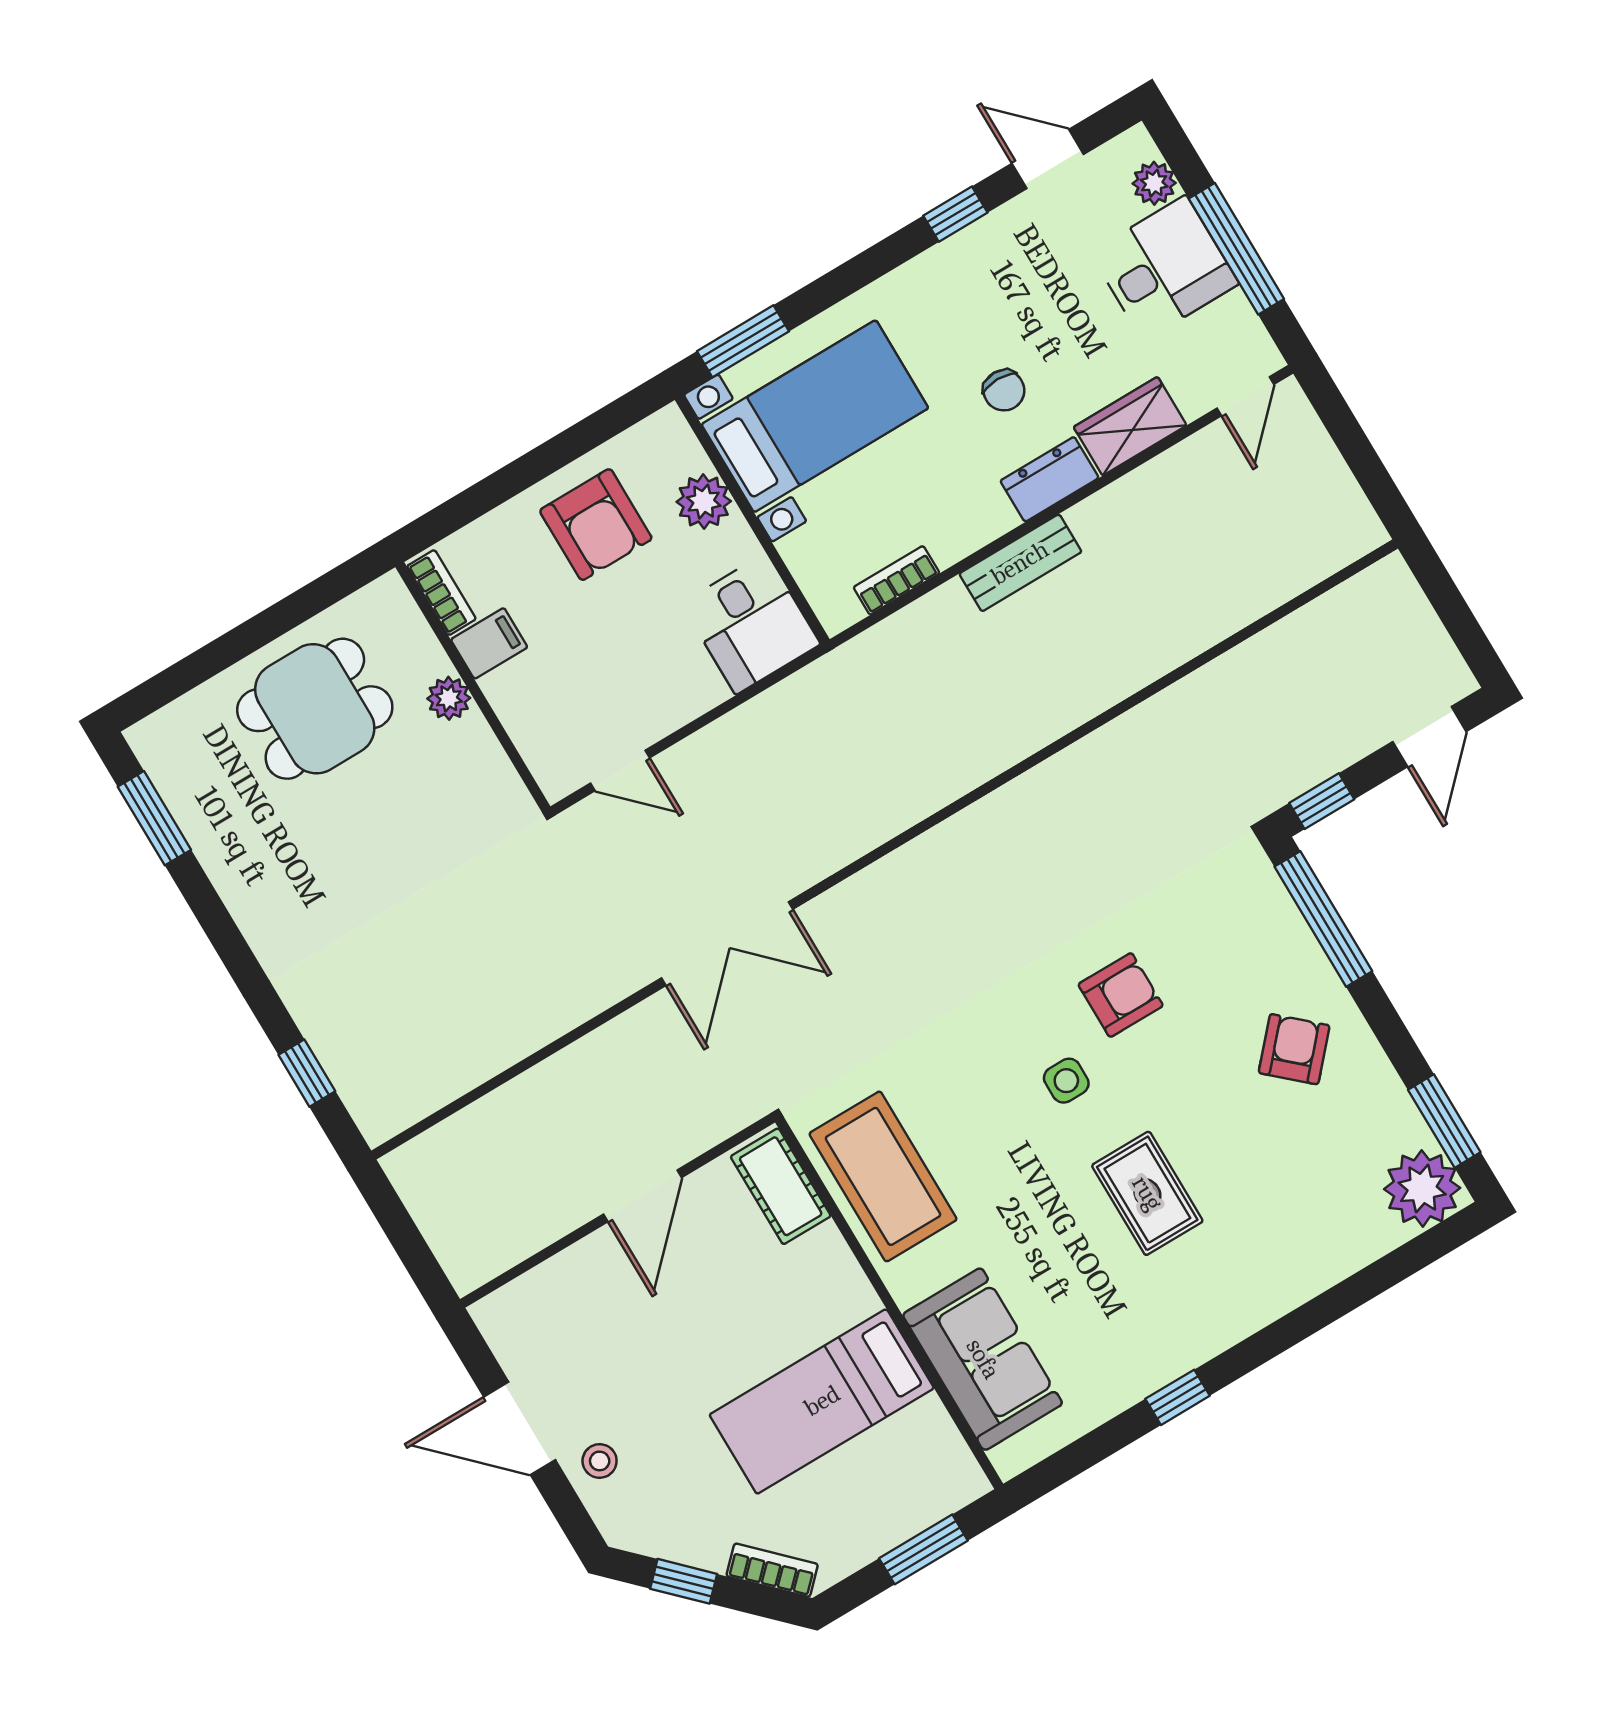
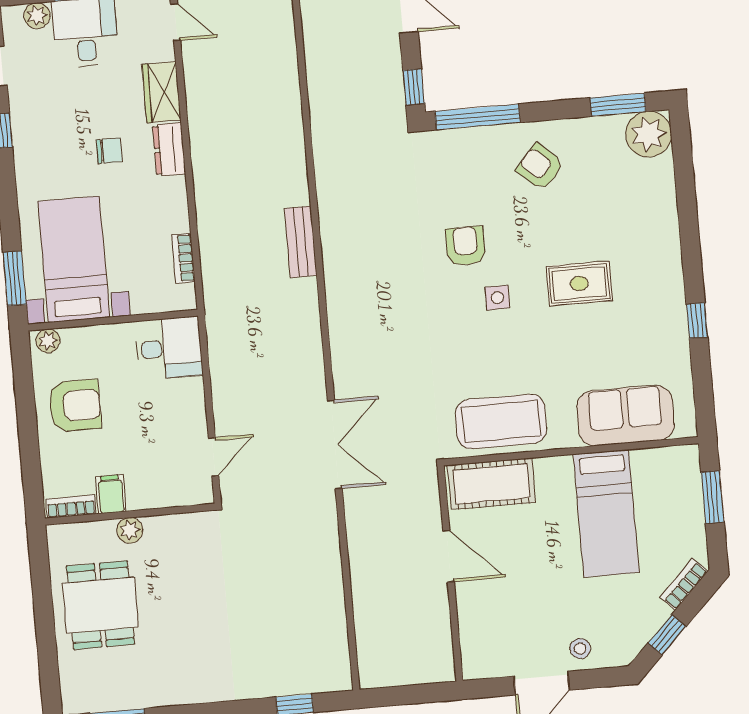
plant: (704, 502) -> (48, 341), moved, width x0.73, depth x0.73
bench: (1020, 563) -> (301, 242), moved
cot: (781, 1186) -> (491, 484), width x1.37, depth x1.34

